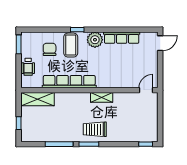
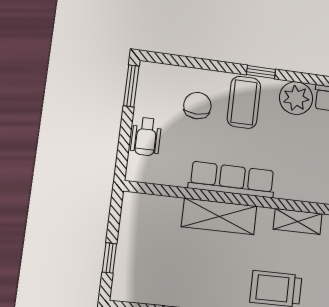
row of seats: (69, 82) -> (232, 180), width x0.73
shelving: (38, 99) -> (219, 216), moved

